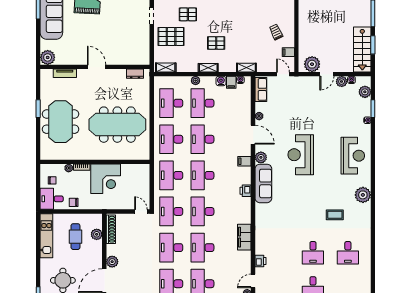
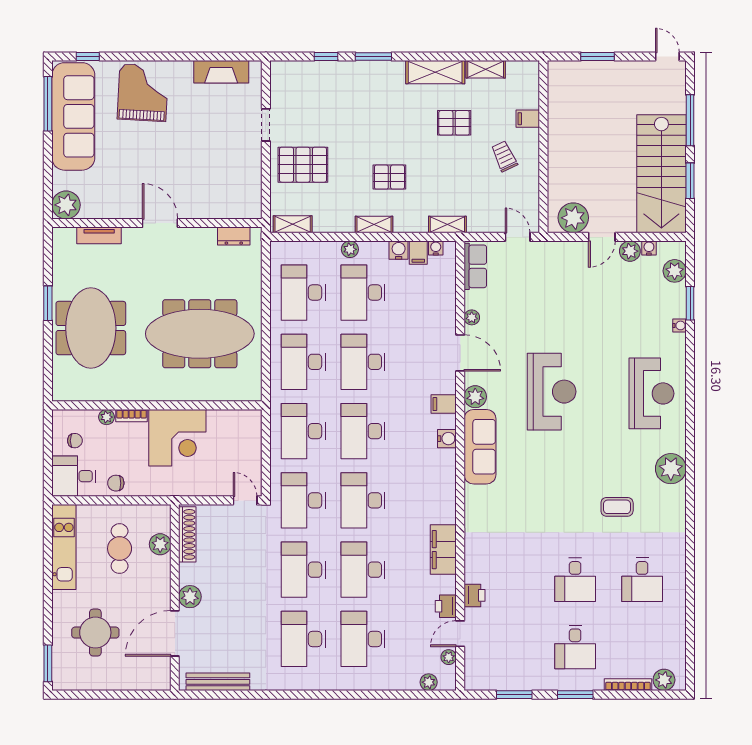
pallet: (188, 14) -> (454, 123), moved
stairs: (362, 49) -> (661, 174), width x1.36, depth x1.51
filing cabinet: (288, 52) -> (528, 119), moved
reception desk: (301, 155) -> (552, 392), turned 180
water cooler: (246, 179) -> (447, 439), added
printer: (246, 191) -> (446, 606), moved

